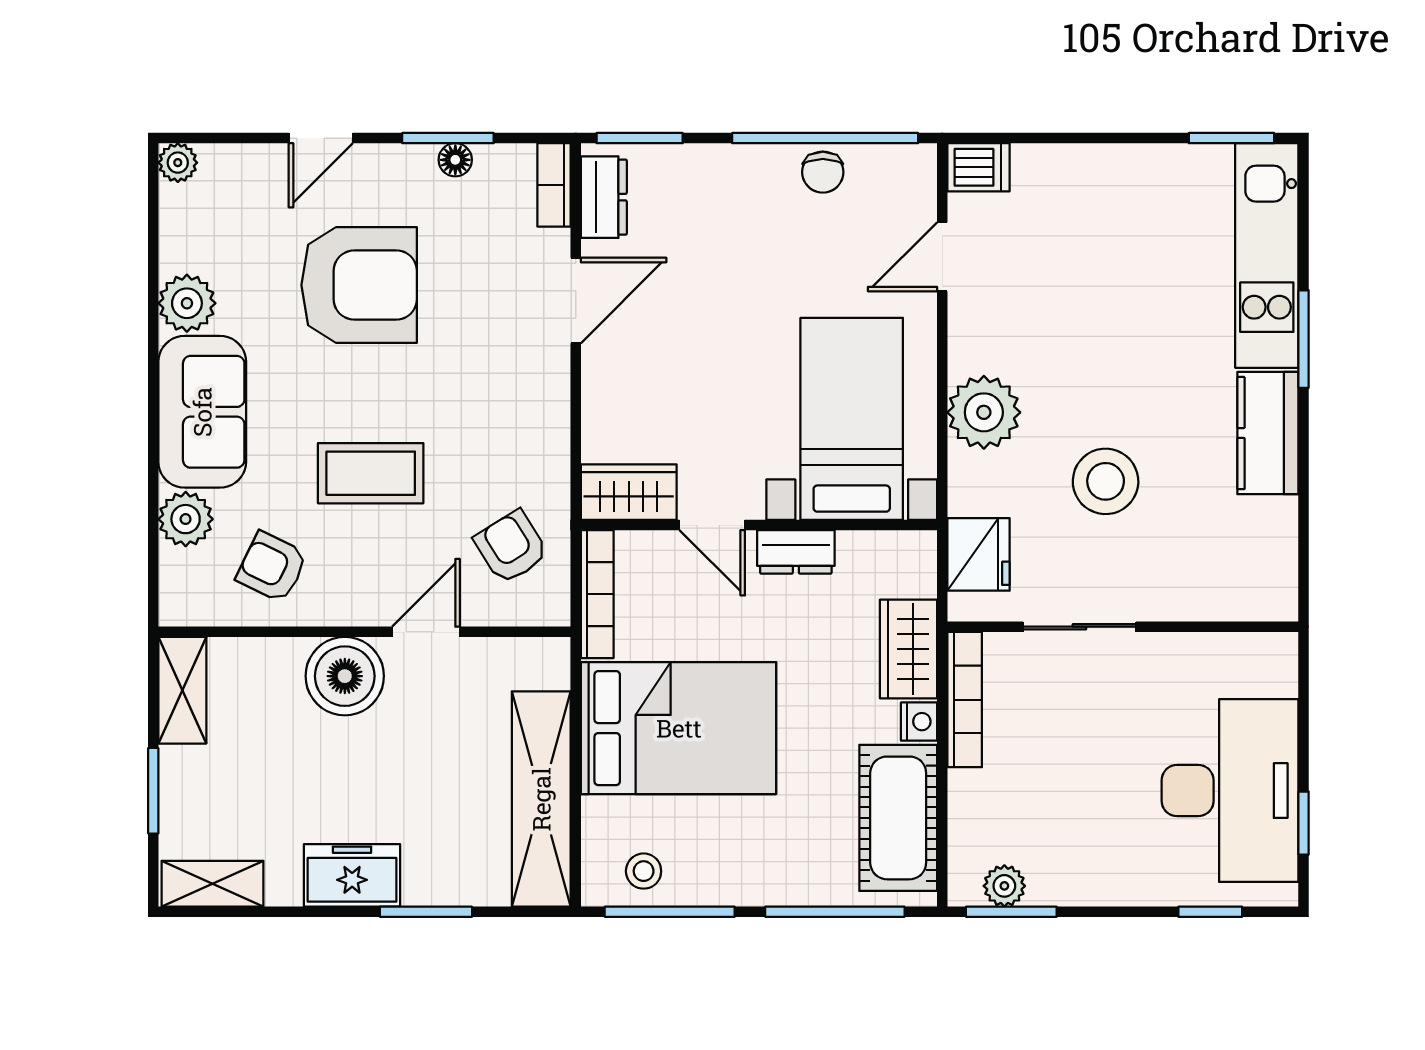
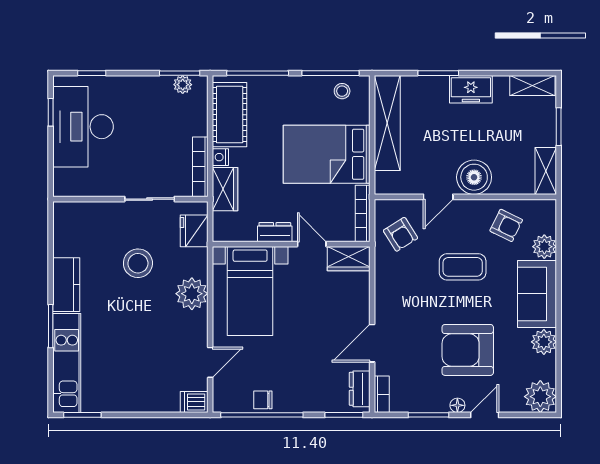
floor lamp: (455, 160) -> (457, 405), moved
plant: (178, 163) -> (540, 397), width x1.88, depth x1.88
chair: (823, 172) -> (263, 400), turned -90

